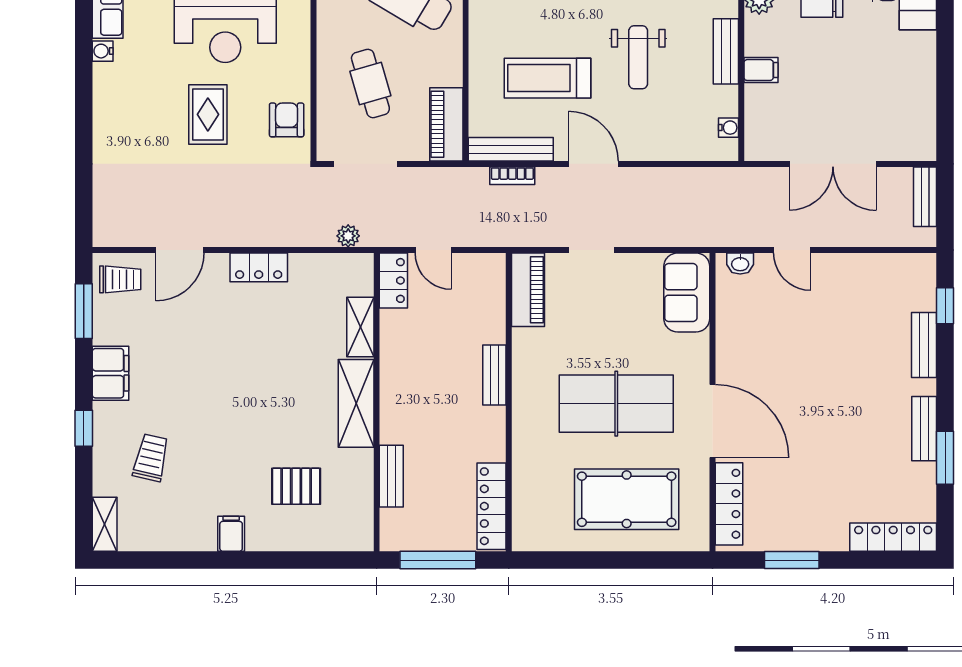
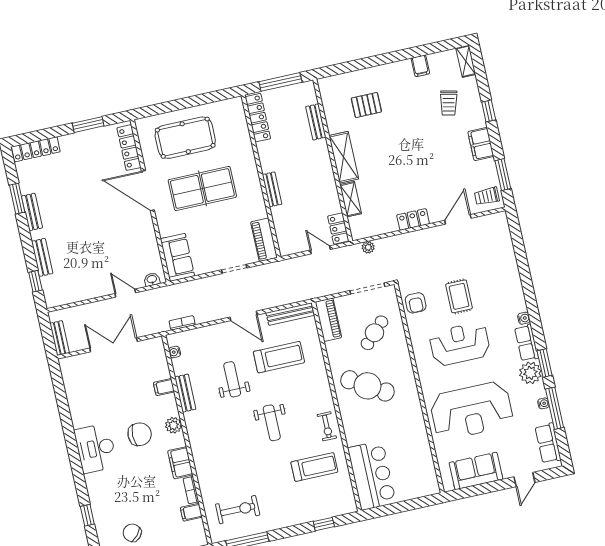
cafe table: (370, 84) -> (374, 333), turned 61
bookcase: (512, 176) -> (182, 323), moved
filing cabinet: (231, 534) -> (420, 66), moved

